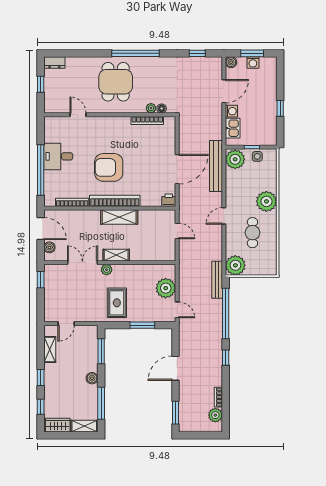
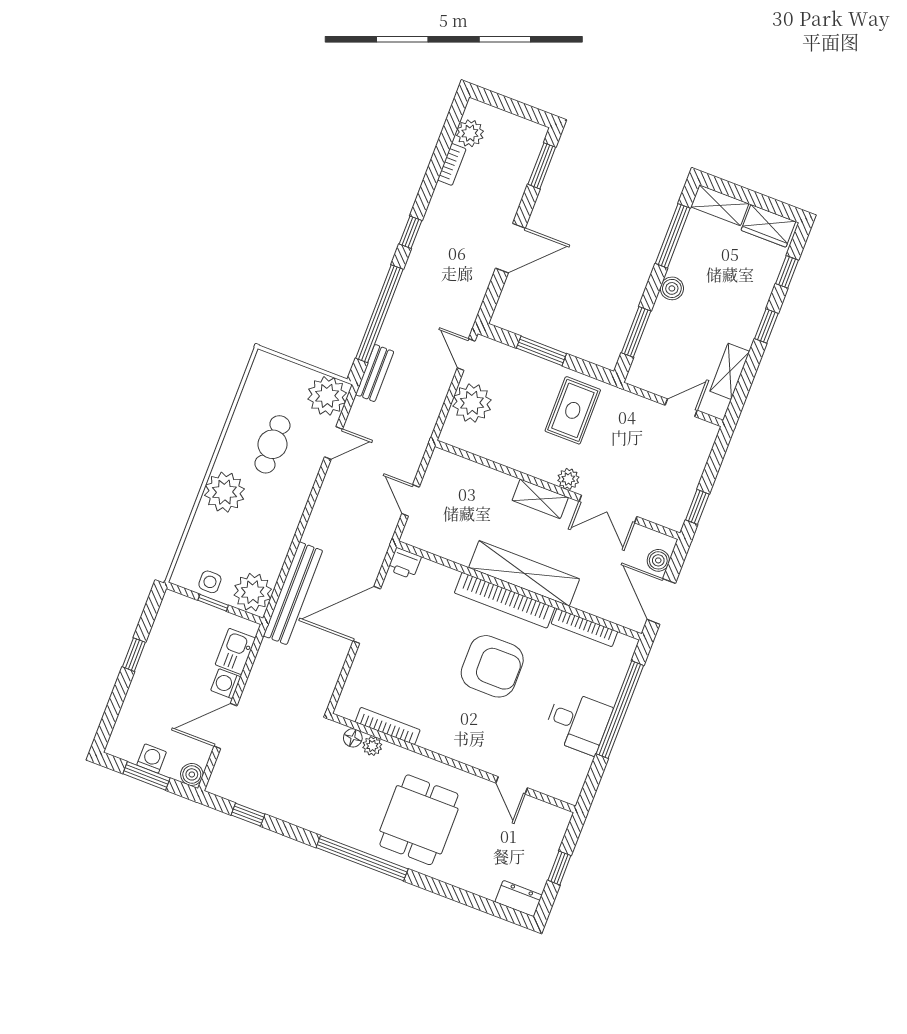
door: (224, 216) -> (334, 443), moved
shelving: (119, 217) -> (524, 573), width x1.47
bench: (217, 280) -> (375, 373), width x0.73

